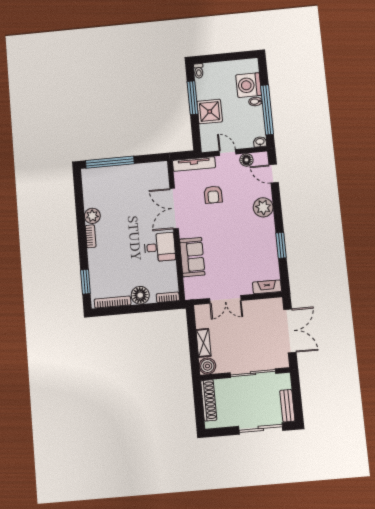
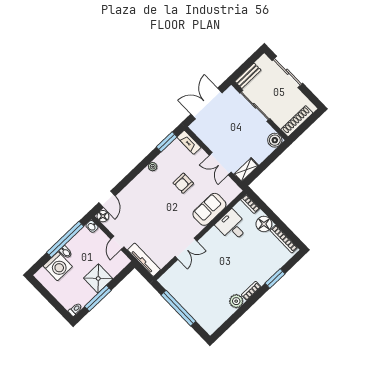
floor lamp: (246, 160) -> (103, 216), moved
window: (110, 162) -> (178, 308), moved
armchair: (213, 195) -> (183, 183), moved, turned 180
plant: (263, 207) -> (153, 167), moved, width x0.53, depth x0.53
double door: (174, 208) -> (186, 249), width x0.73
window: (281, 245) -> (167, 142), moved
desk: (160, 247) -> (232, 226), moved
window: (85, 282) -> (275, 279), moved
double door: (225, 299) -> (220, 164), swing flipped
shelving: (204, 343) -> (246, 170), moved
bench: (287, 406) -> (248, 76), moved

